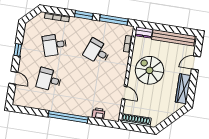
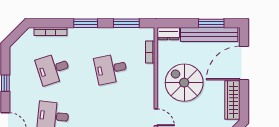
window: (114, 20) -> (126, 23), width x0.69
window: (176, 30) -> (211, 23), added
desk: (97, 52) -> (111, 69), turned -33
door: (196, 63) -> (244, 63), width x1.88

